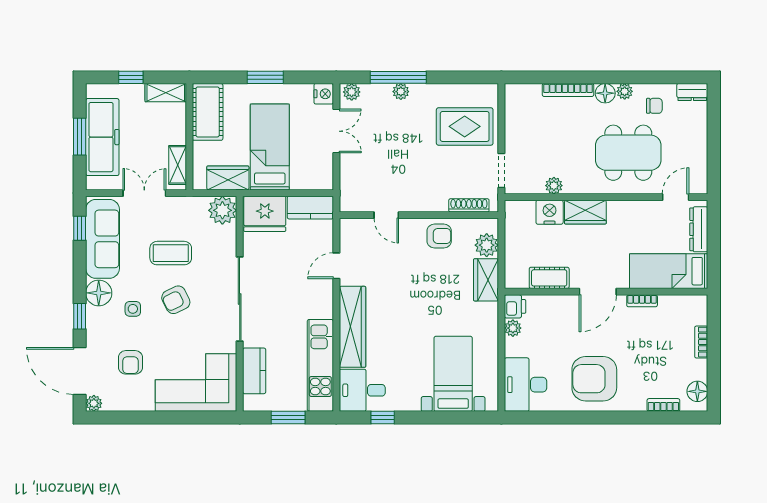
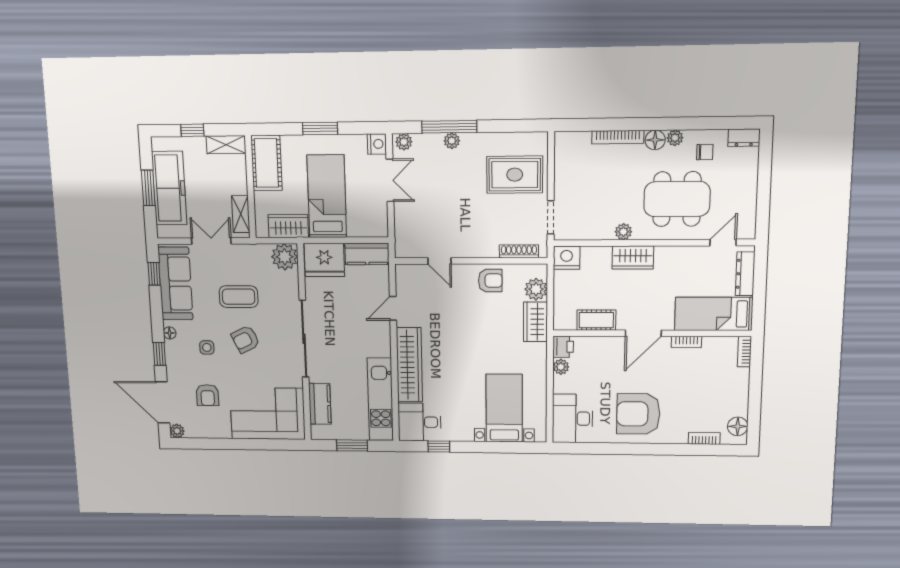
plant: (554, 186) -> (623, 232), moved
nightstand: (550, 212) -> (567, 258), moved
floor lamp: (99, 293) -> (170, 333), width x0.53, depth x0.53
bookcase: (701, 342) -> (744, 352), moved

